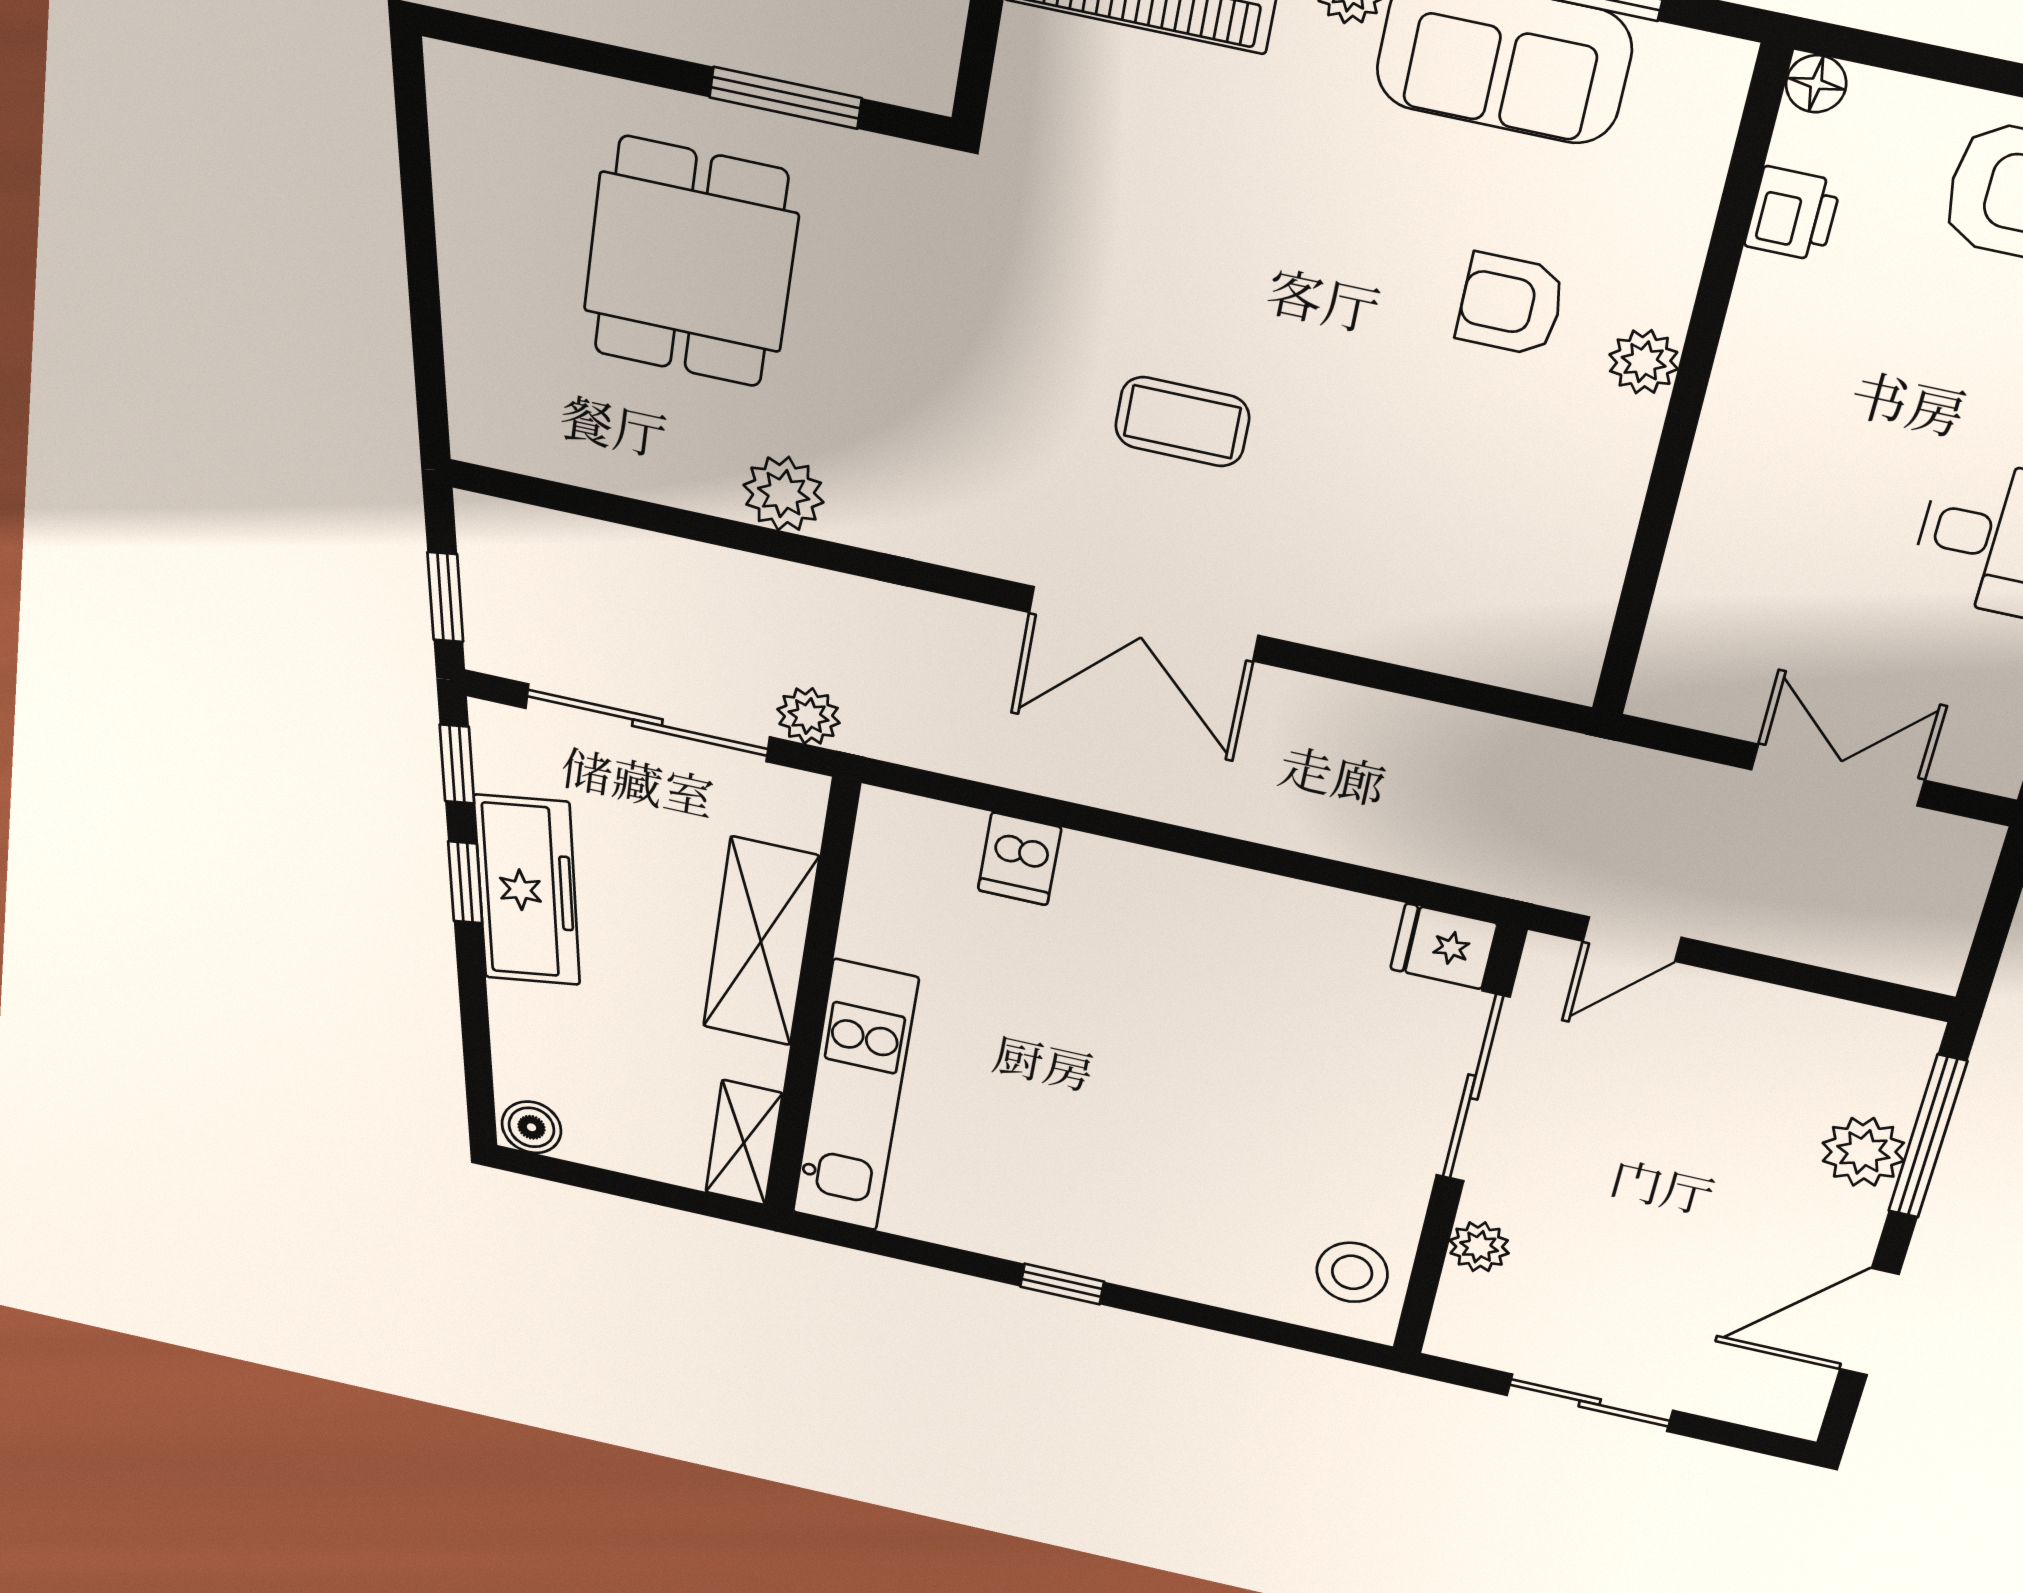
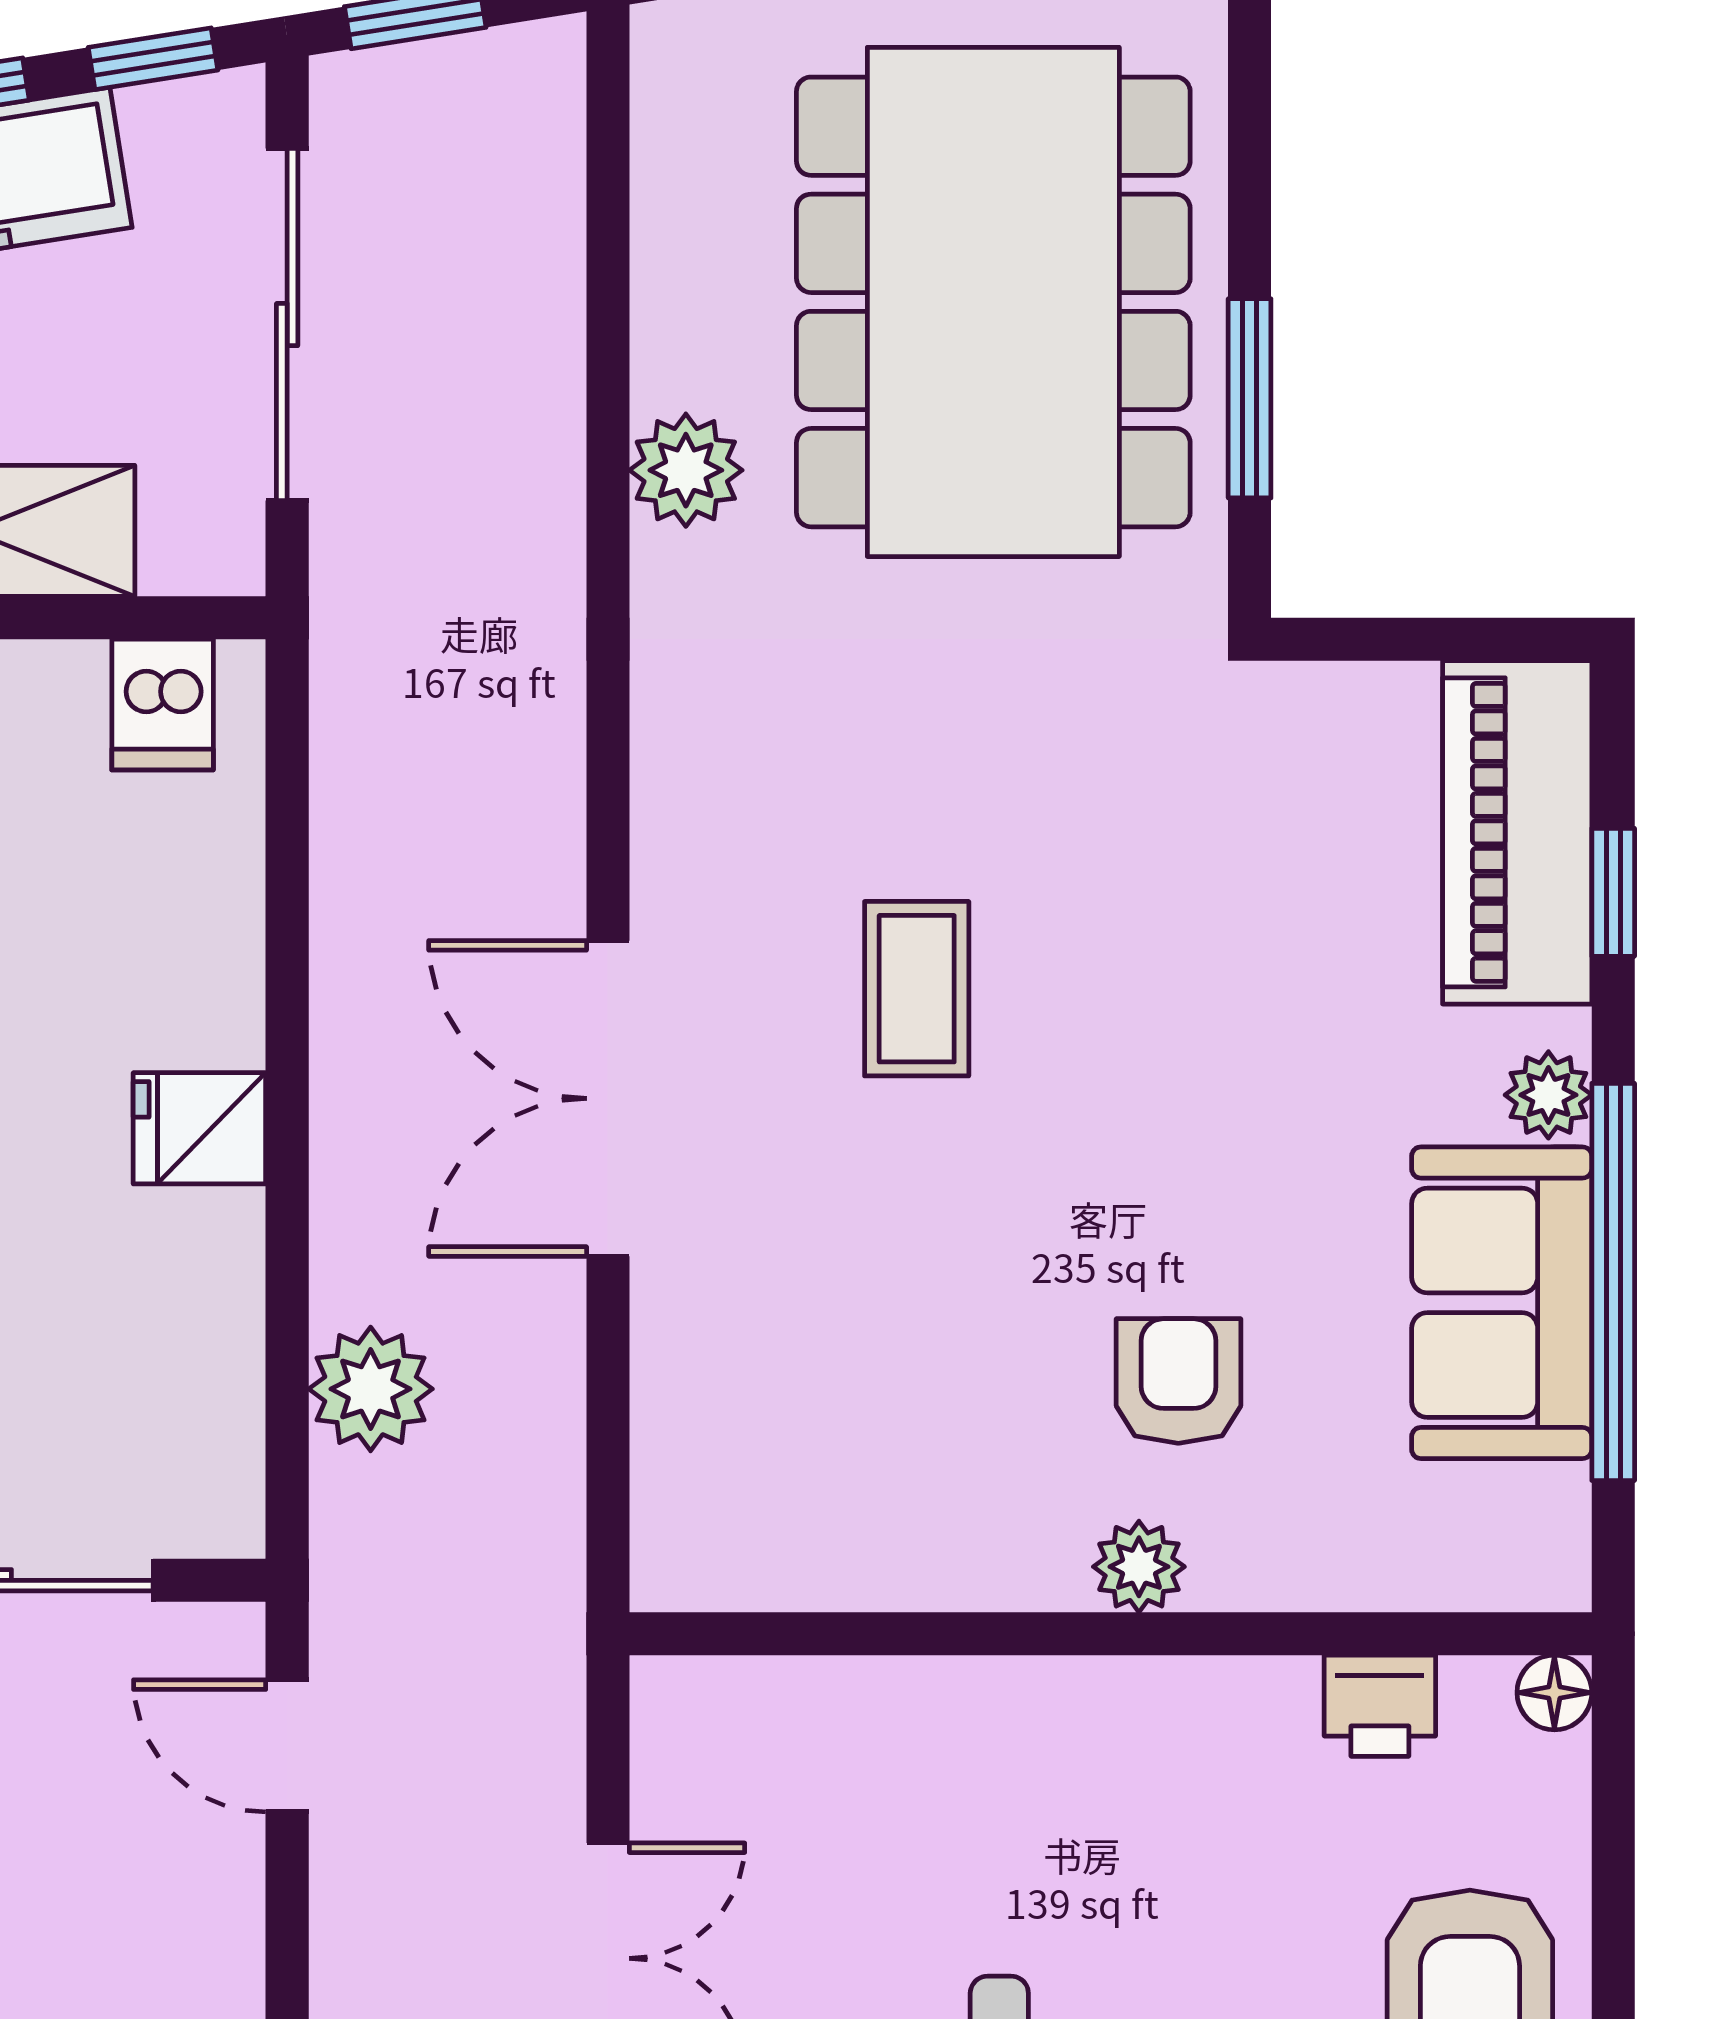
dining table: (691, 262) -> (993, 302), width x1.88, depth x1.24
double door: (1143, 624) -> (608, 1098), moved
plant: (808, 716) -> (371, 1389), moved, width x1.38, depth x1.38
dishwasher: (1020, 859) -> (163, 705), moved, turned -90
fridge: (1444, 946) -> (199, 1128), moved, turned -90

